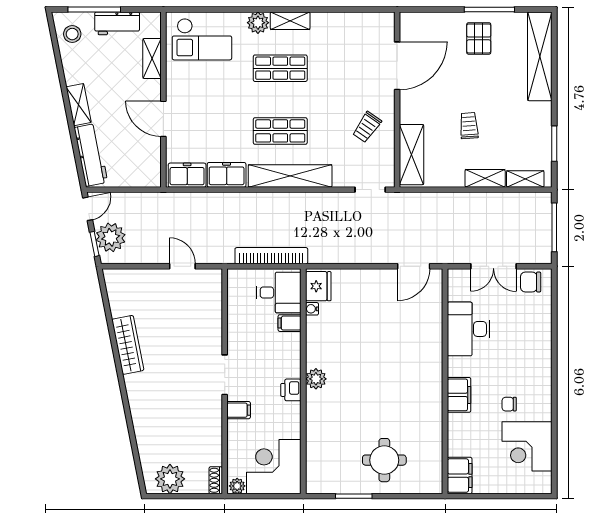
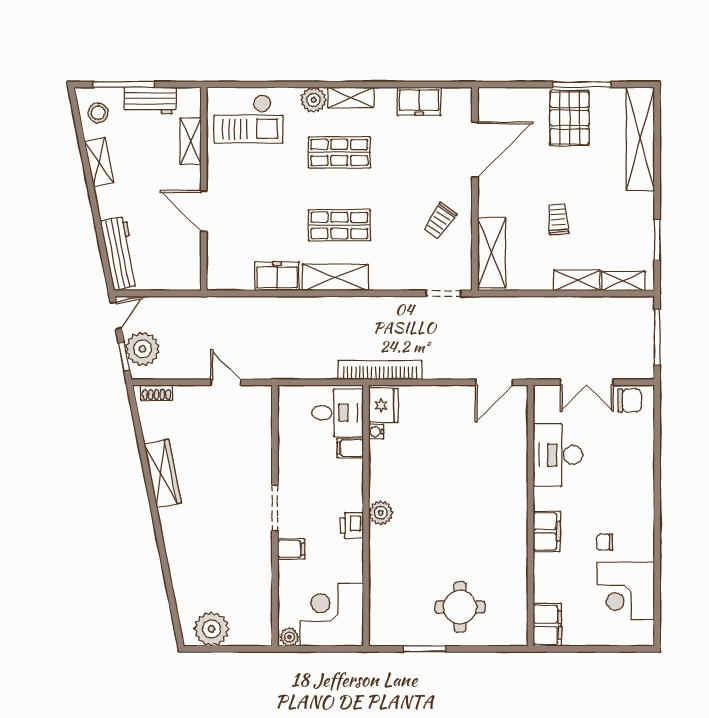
pallet: (479, 38) -> (570, 118), width x1.50, depth x1.42
shelving: (79, 105) -> (99, 162), moved
freezer: (187, 175) -> (419, 101), moved, turned 180
shelving: (290, 176) -> (335, 277), width x0.68
bookcase: (271, 256) -> (380, 370), moved
chair: (531, 282) -> (630, 400), turned 180
shoe rack: (216, 480) -> (157, 393), moved, turned -90

